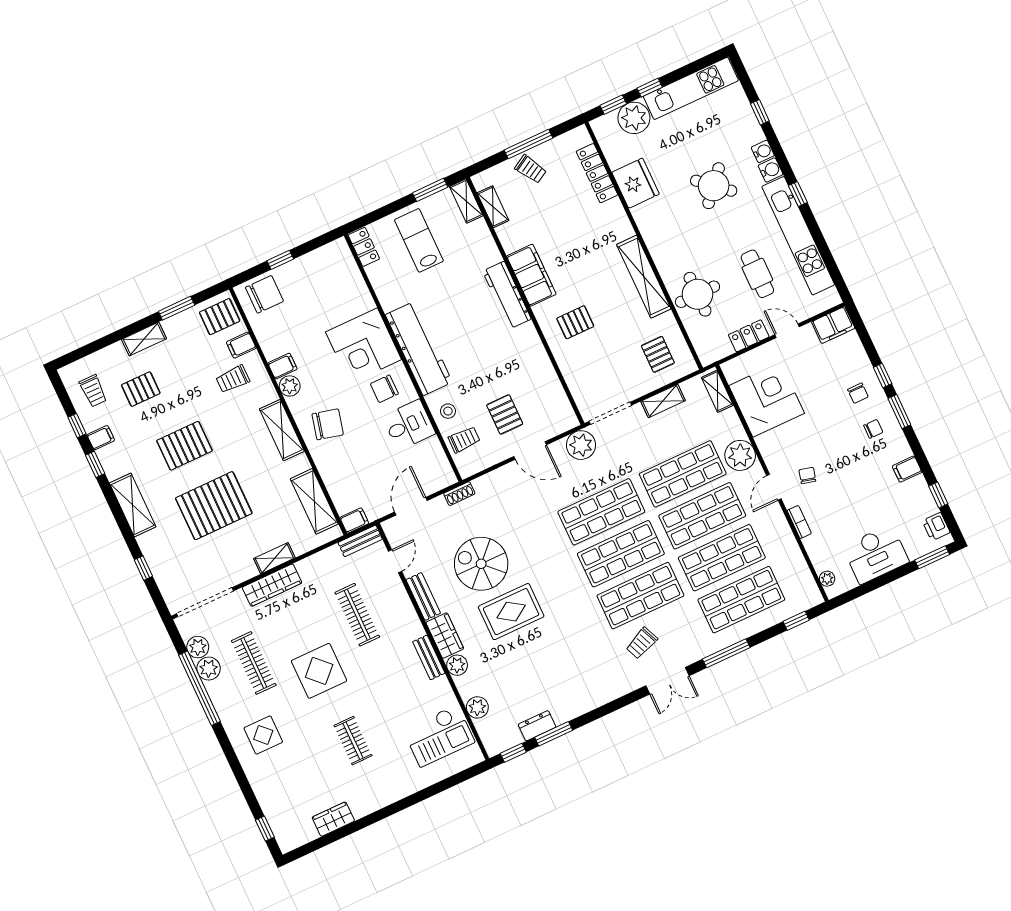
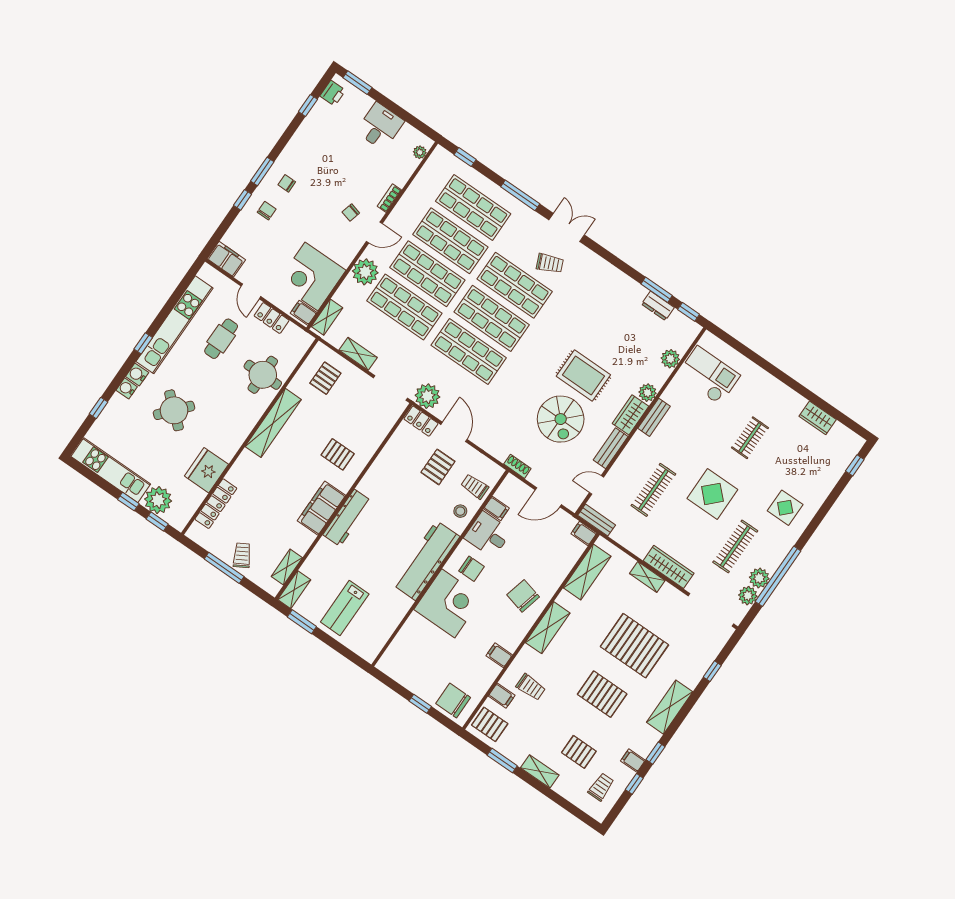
locker: (364, 247) -> (421, 421), moved, turned -90
plant: (290, 386) -> (511, 641), removed
filing cabinet: (430, 448) -> (496, 508), added
filing cabinet: (907, 469) -> (304, 313), moved, turned 180
desk: (876, 554) -> (380, 126), width x0.73

